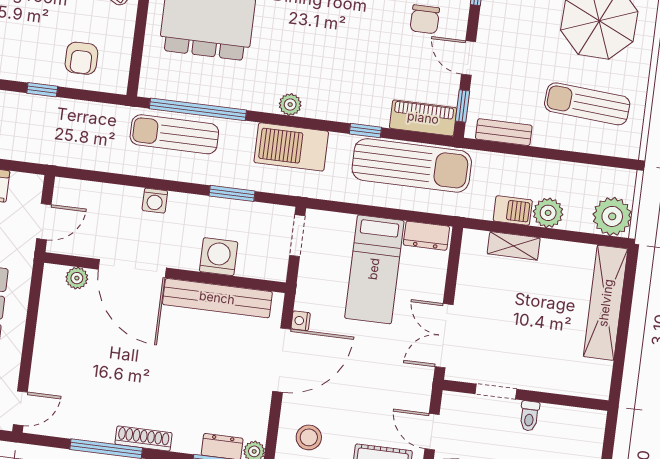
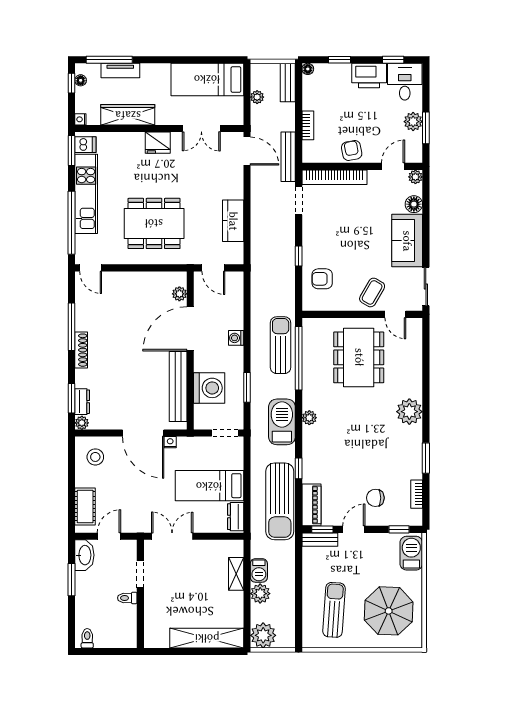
bench: (504, 132) -> (320, 540), moved, turned 90
washing machine: (219, 257) -> (209, 388), width x1.37, depth x1.37

